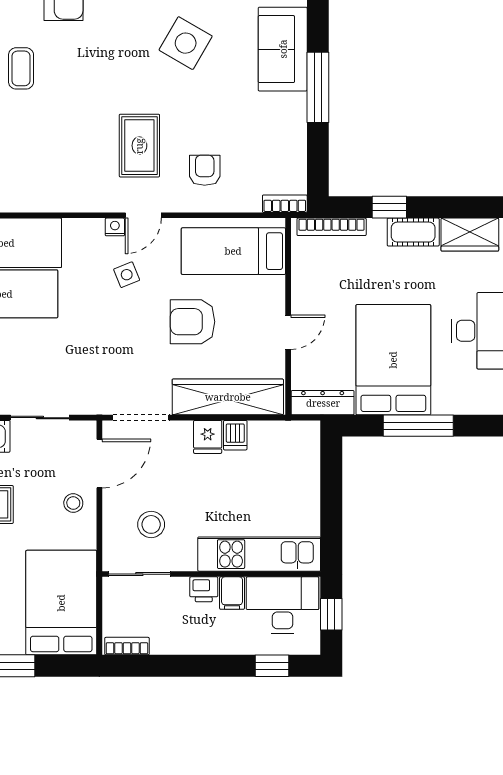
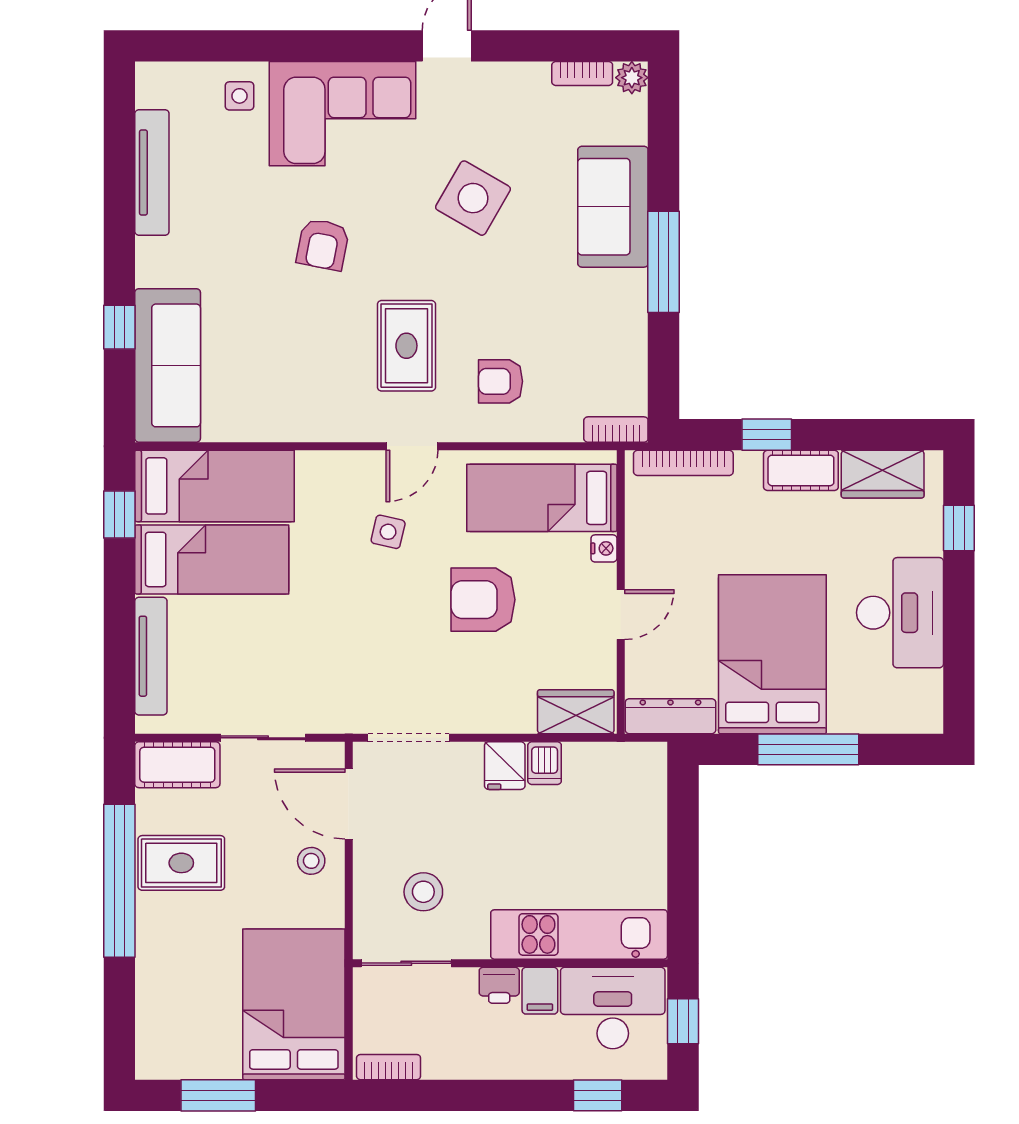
coffee table: (21, 68) -> (236, 235), removed
armchair: (81, 75) -> (323, 244), added
armchair: (205, 170) -> (501, 381), turned -90
nightstand: (115, 227) -> (604, 548), moved, turned 90
side table: (127, 275) -> (388, 532), turned 35
wardrobe: (228, 397) -> (576, 712), width x0.48, depth x0.85
door: (99, 463) -> (349, 804), swing flipped

